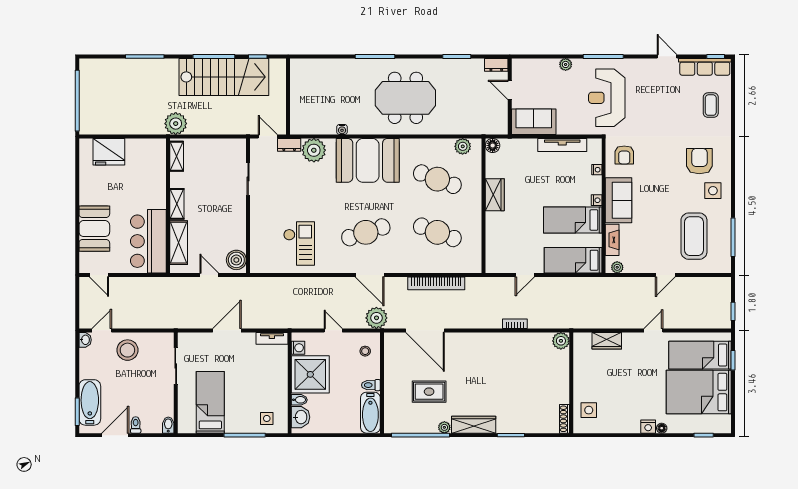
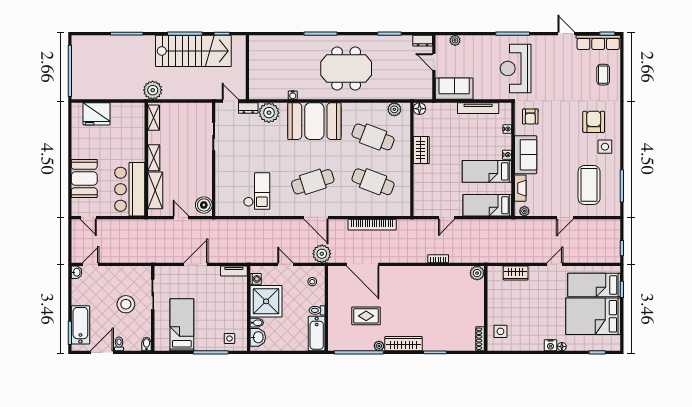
plant: (566, 64) -> (455, 40), moved
stool: (127, 350) -> (126, 304), moved

